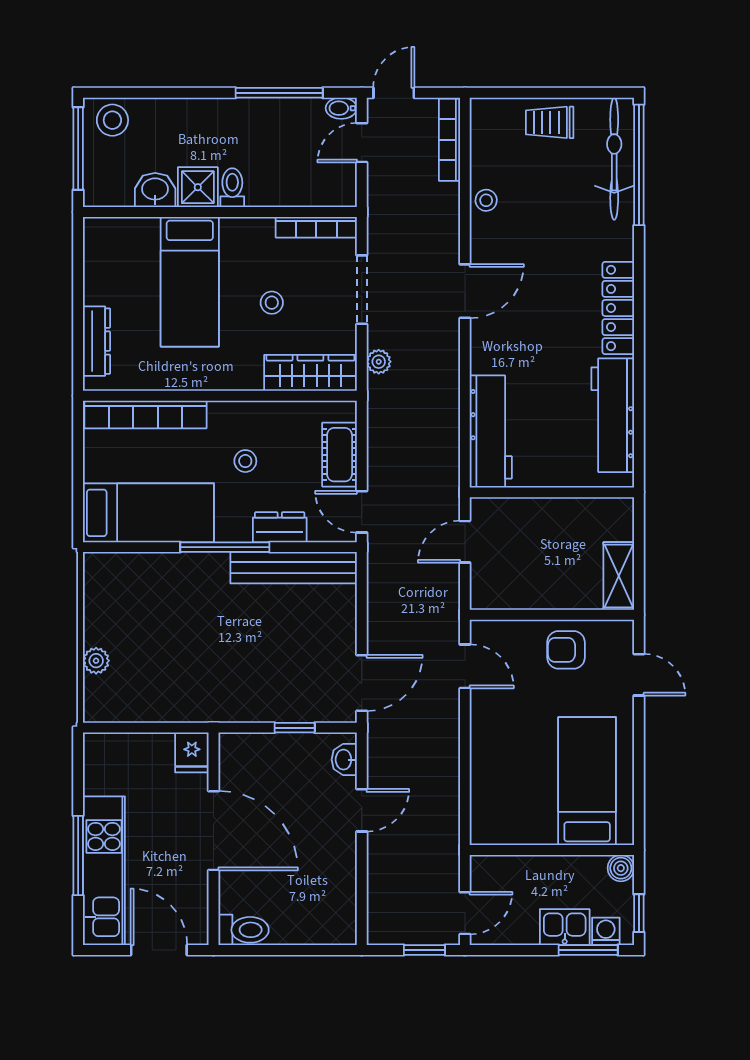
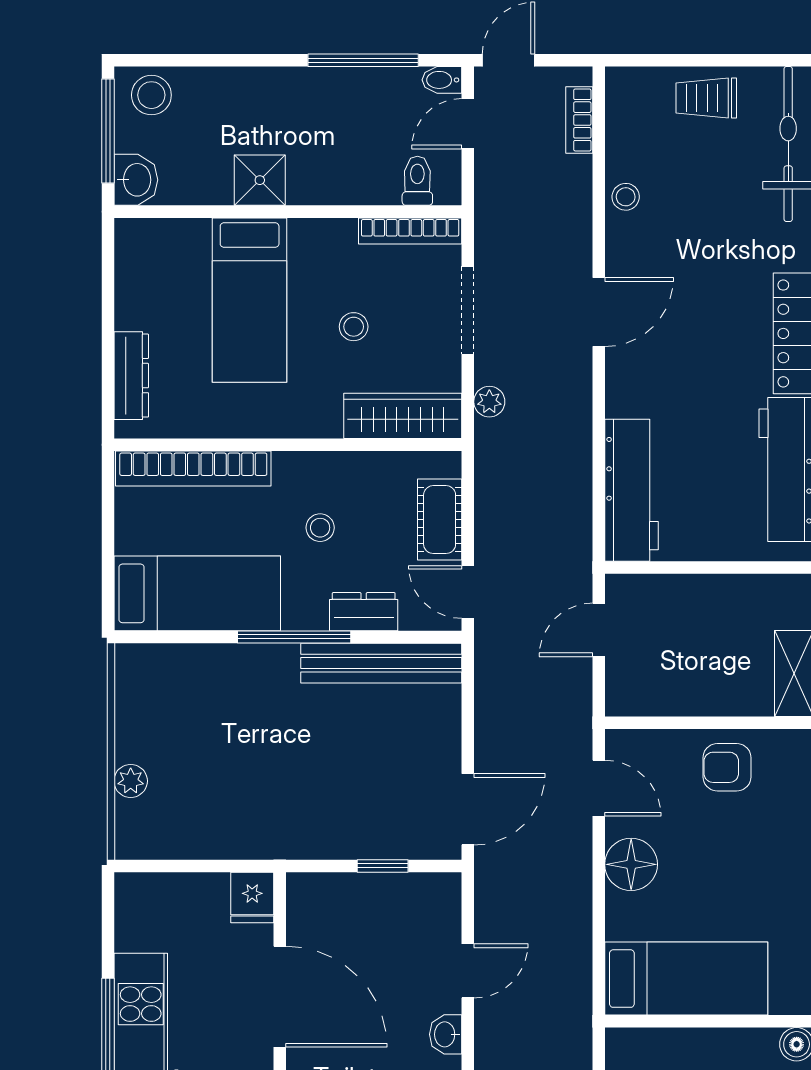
bookcase: (449, 140) -> (579, 120), width x0.64
toilet: (232, 188) -> (417, 181), moved
washbasin: (155, 190) -> (136, 180), moved, turned 90
floor lamp: (490, 726) -> (631, 864), added
washbasin: (344, 760) -> (446, 1034), moved
bed: (587, 781) -> (686, 979), moved, turned 90

